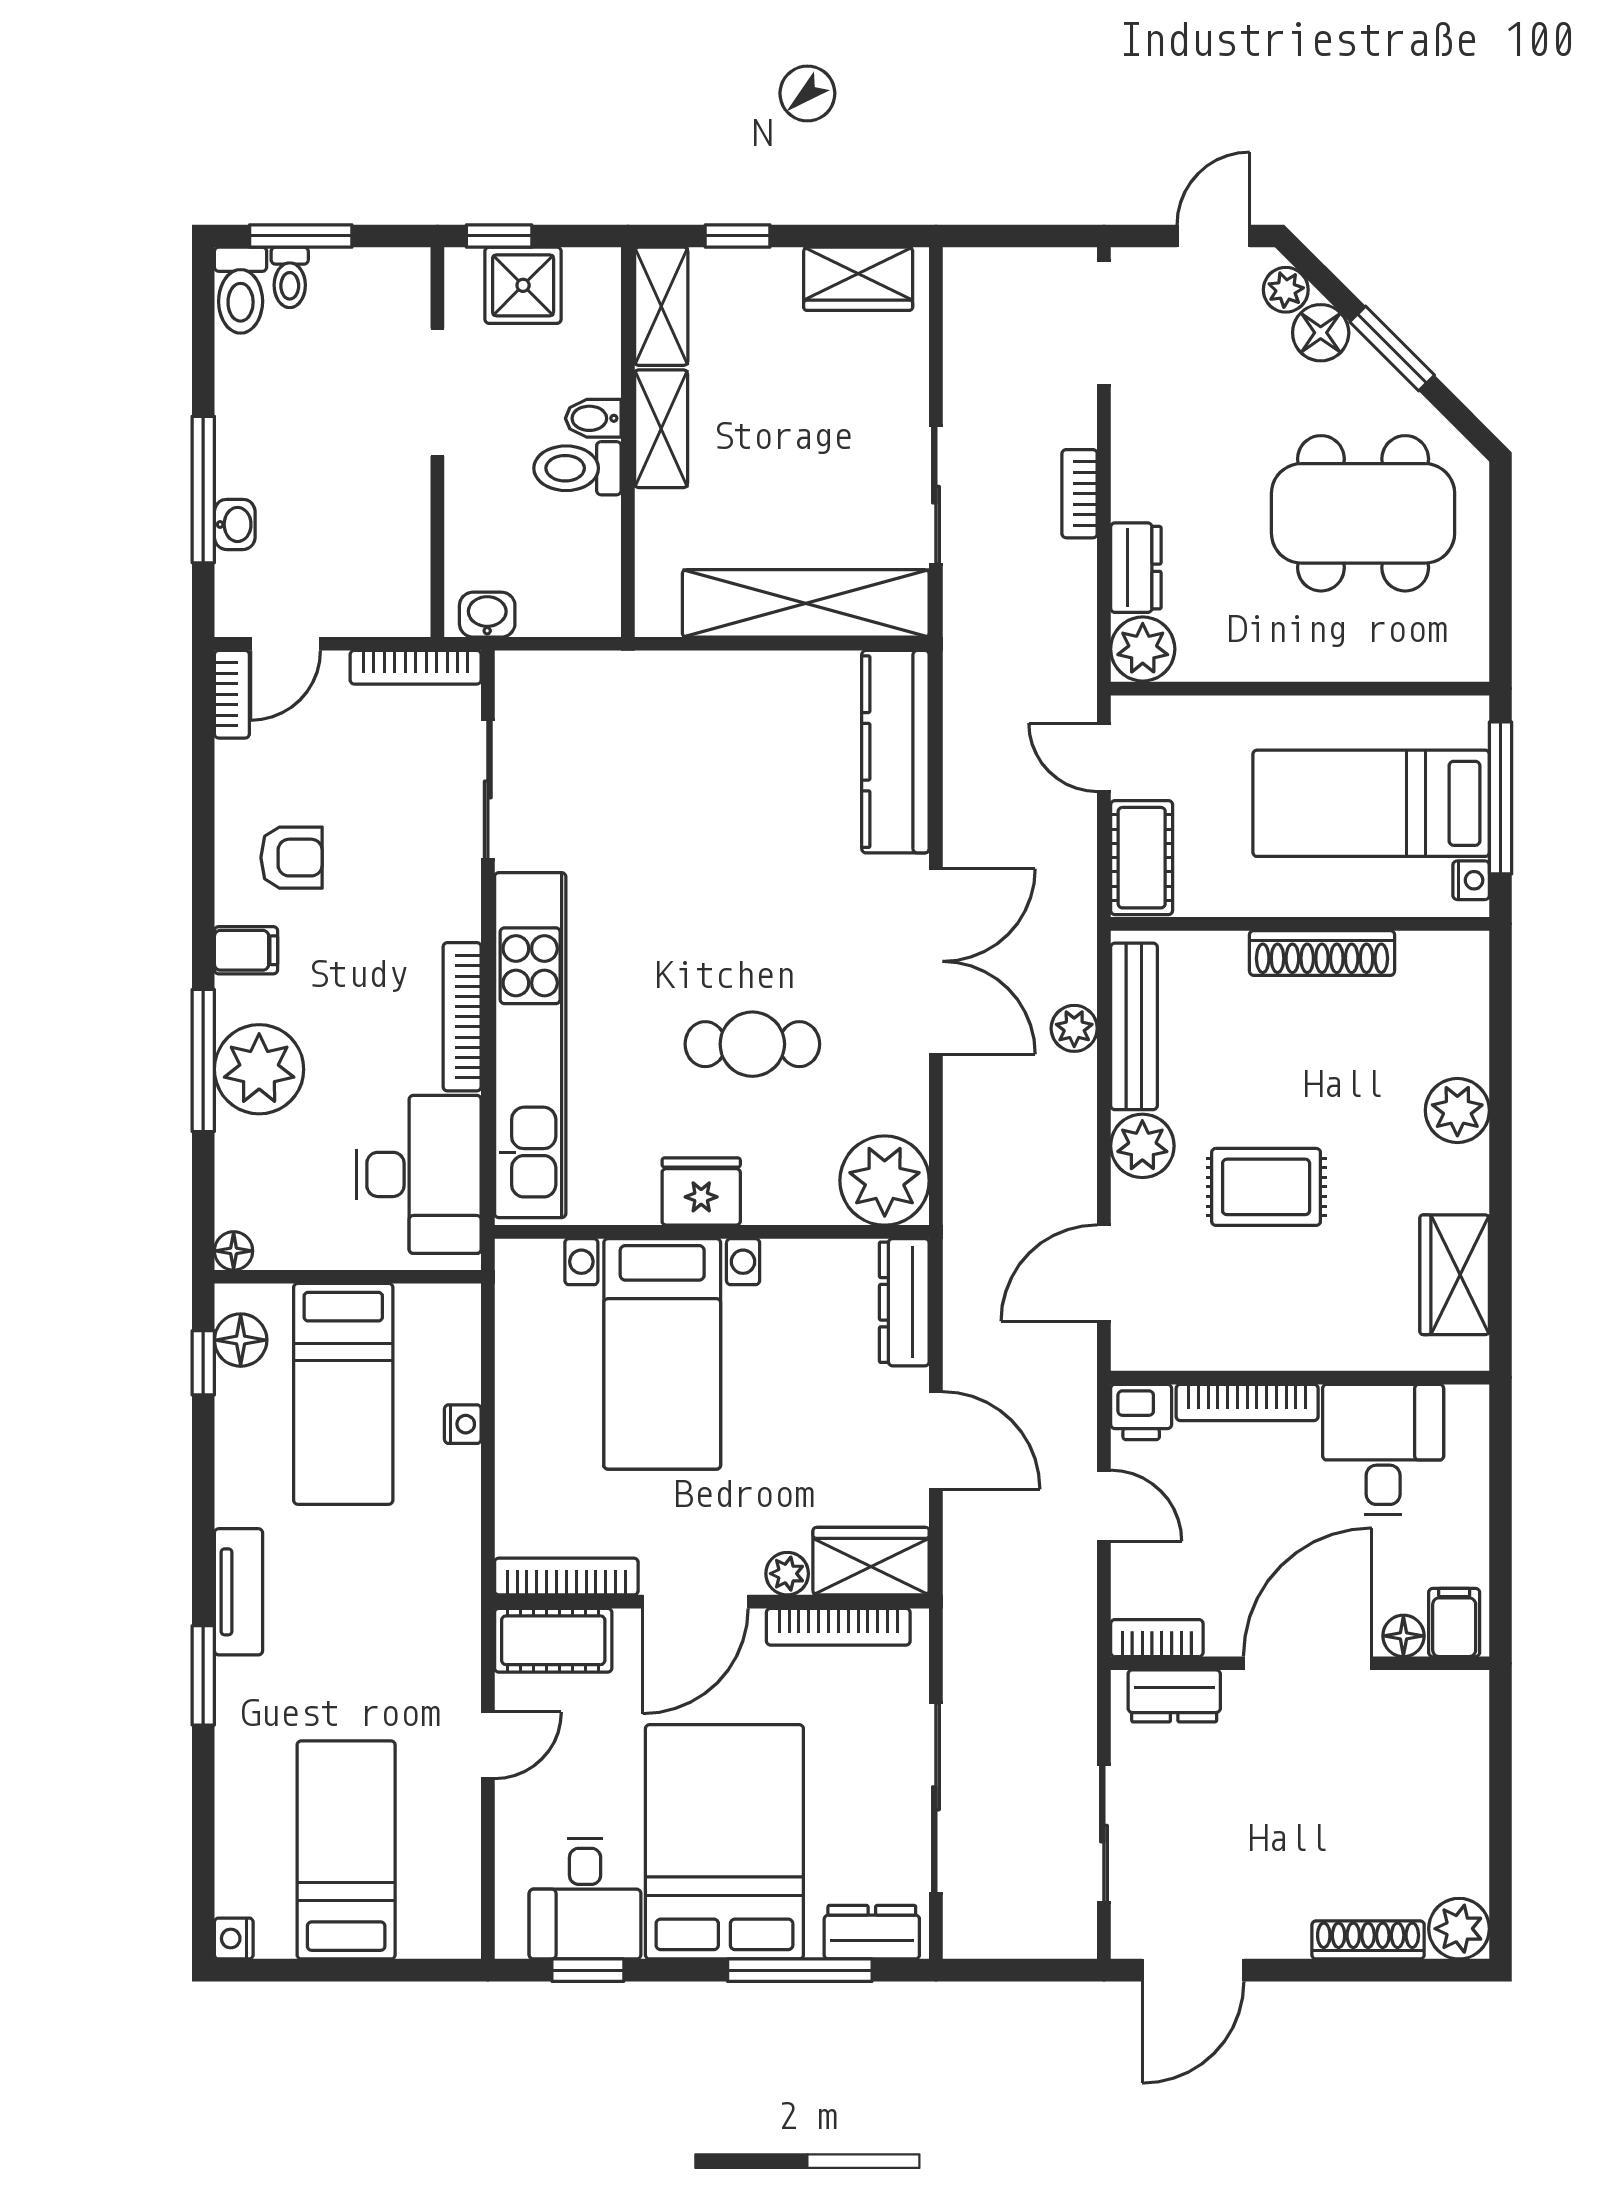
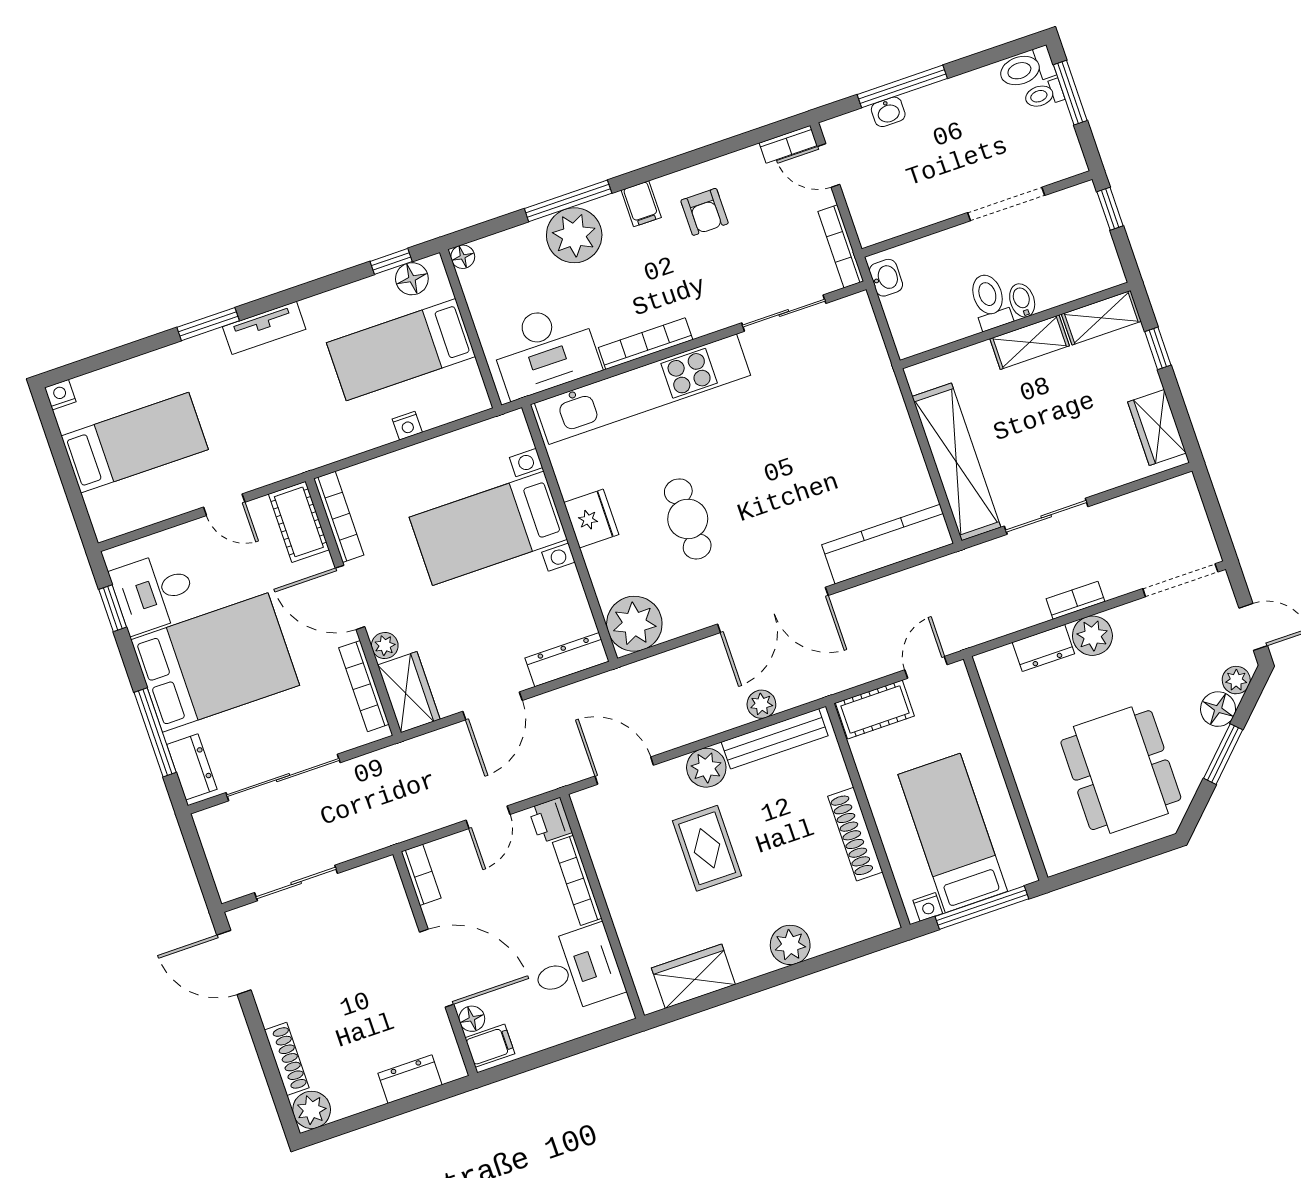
shower: (523, 285) -> (1086, 233), removed
plant: (1143, 649) -> (1092, 636), moved
dresser: (1174, 1696) -> (410, 1079), moved, turned 90

